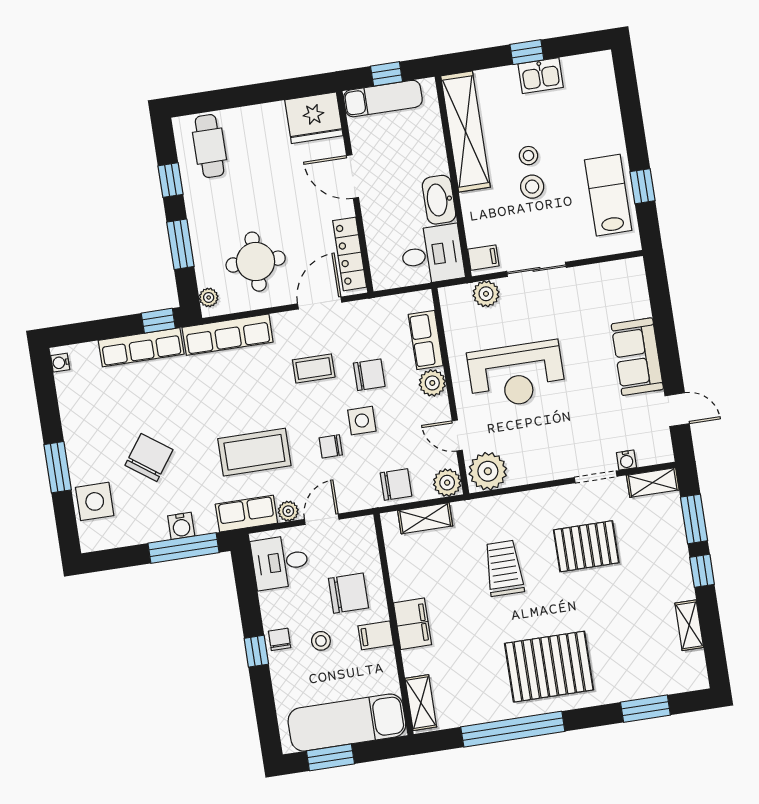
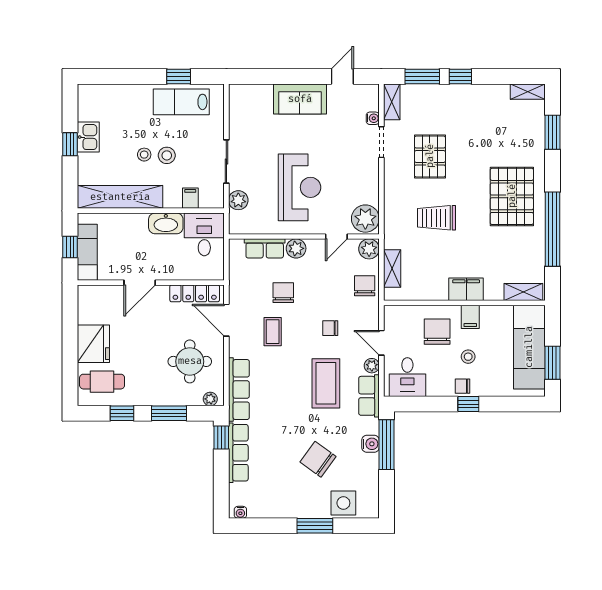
fridge: (314, 118) -> (93, 344), moved
filing cabinet: (483, 258) -> (190, 198), moved
side table: (362, 421) -> (315, 303), removed
chair: (331, 446) -> (330, 328), turned 90
shelving: (689, 625) -> (528, 92), moved

